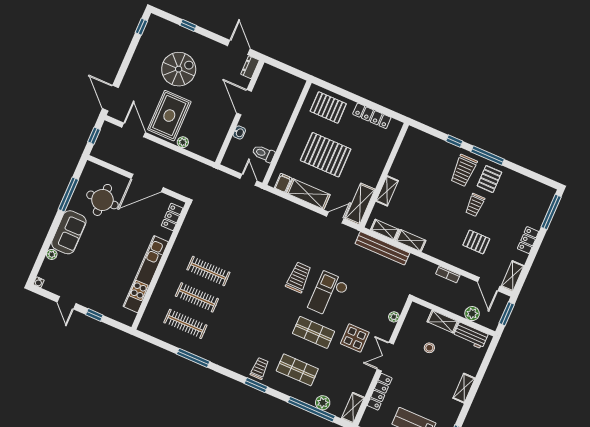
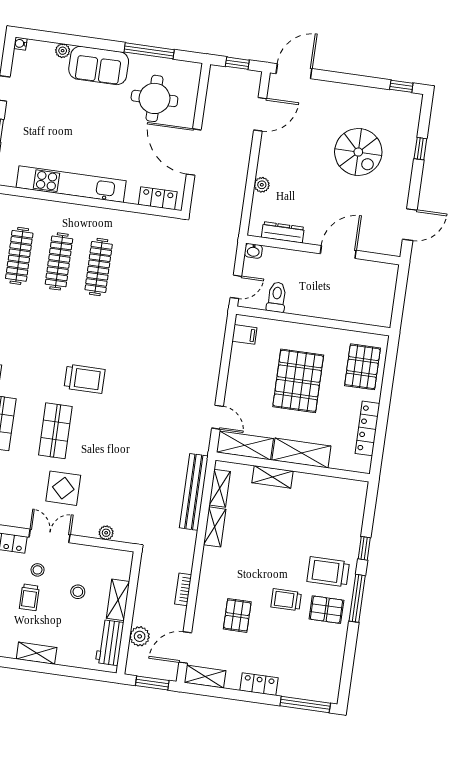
dresser: (250, 67) -> (283, 232), moved, width x1.44
rug: (169, 116) -> (293, 157), removed
washbasin: (239, 132) -> (253, 251), moved
shelving: (308, 194) -> (301, 453), moved, turned 90
trolley: (299, 277) -> (85, 379), moved
checkout: (328, 295) -> (112, 437), removed
stool: (406, 371) -> (38, 570), added
trolley: (424, 382) -> (29, 597), added

